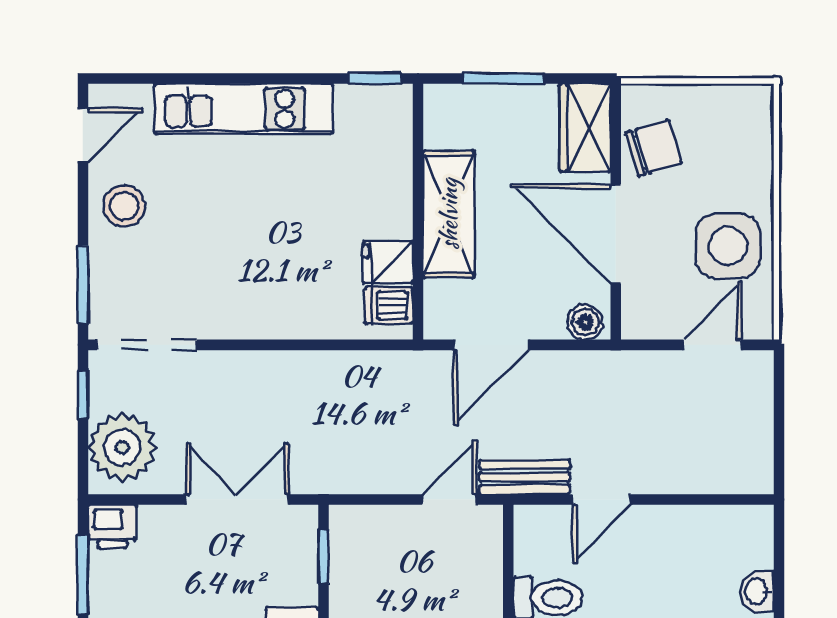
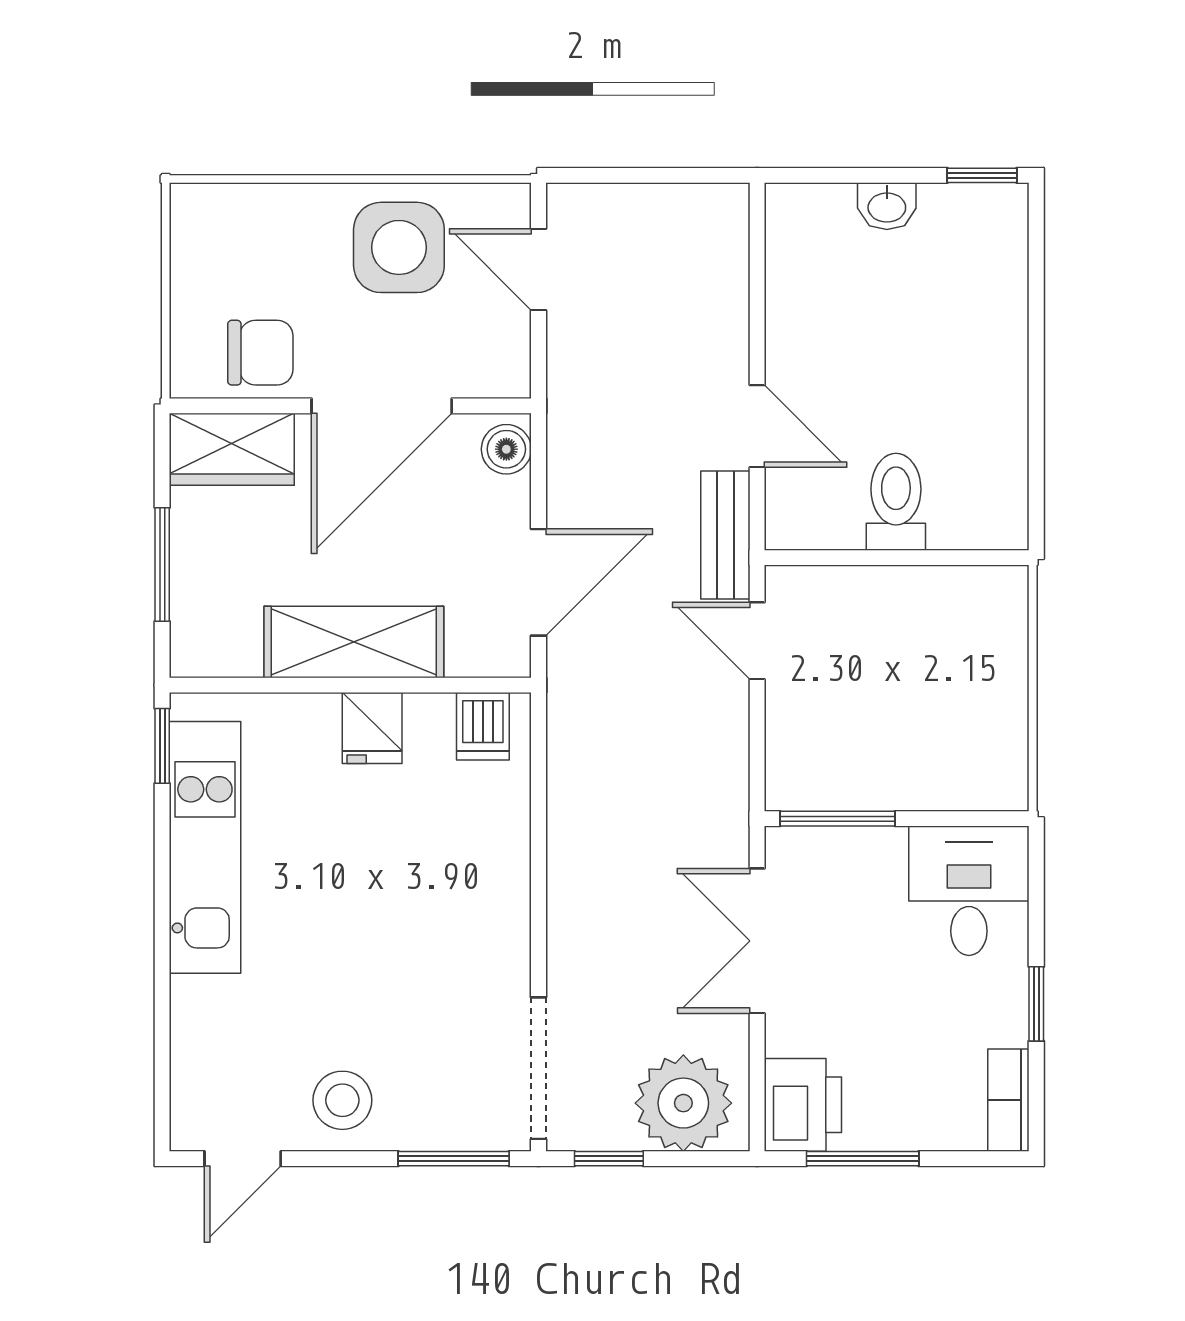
kitchen unit: (244, 109) -> (205, 847), moved
door: (83, 135) -> (243, 1159), swing flipped
chair: (653, 148) -> (260, 353), turned 107
fridge: (388, 262) -> (372, 728), moved
door: (491, 345) -> (539, 582), hinge flipped
printer: (112, 527) -> (803, 1105), width x1.36, depth x1.24
window: (324, 556) -> (838, 819), width x1.50

